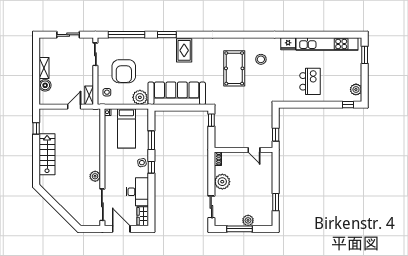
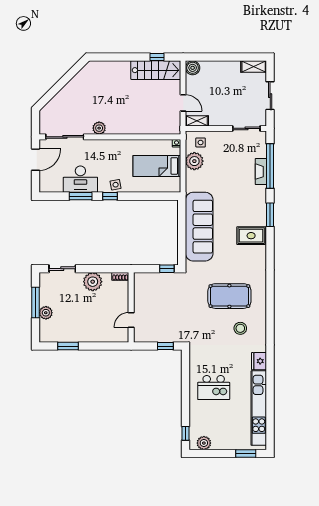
fireplace: (131, 42) -> (261, 172), added
shelving: (44, 68) -> (254, 67), moved
armchair: (124, 71) -> (226, 163), removed
boiler: (45, 85) -> (193, 68), moved
plant: (140, 97) -> (194, 161), moved
window: (276, 135) -> (165, 346), moved
window: (151, 140) -> (81, 196), moved
stairs: (47, 154) -> (156, 70), moved
wardrobe: (143, 216) -> (51, 186), removed

